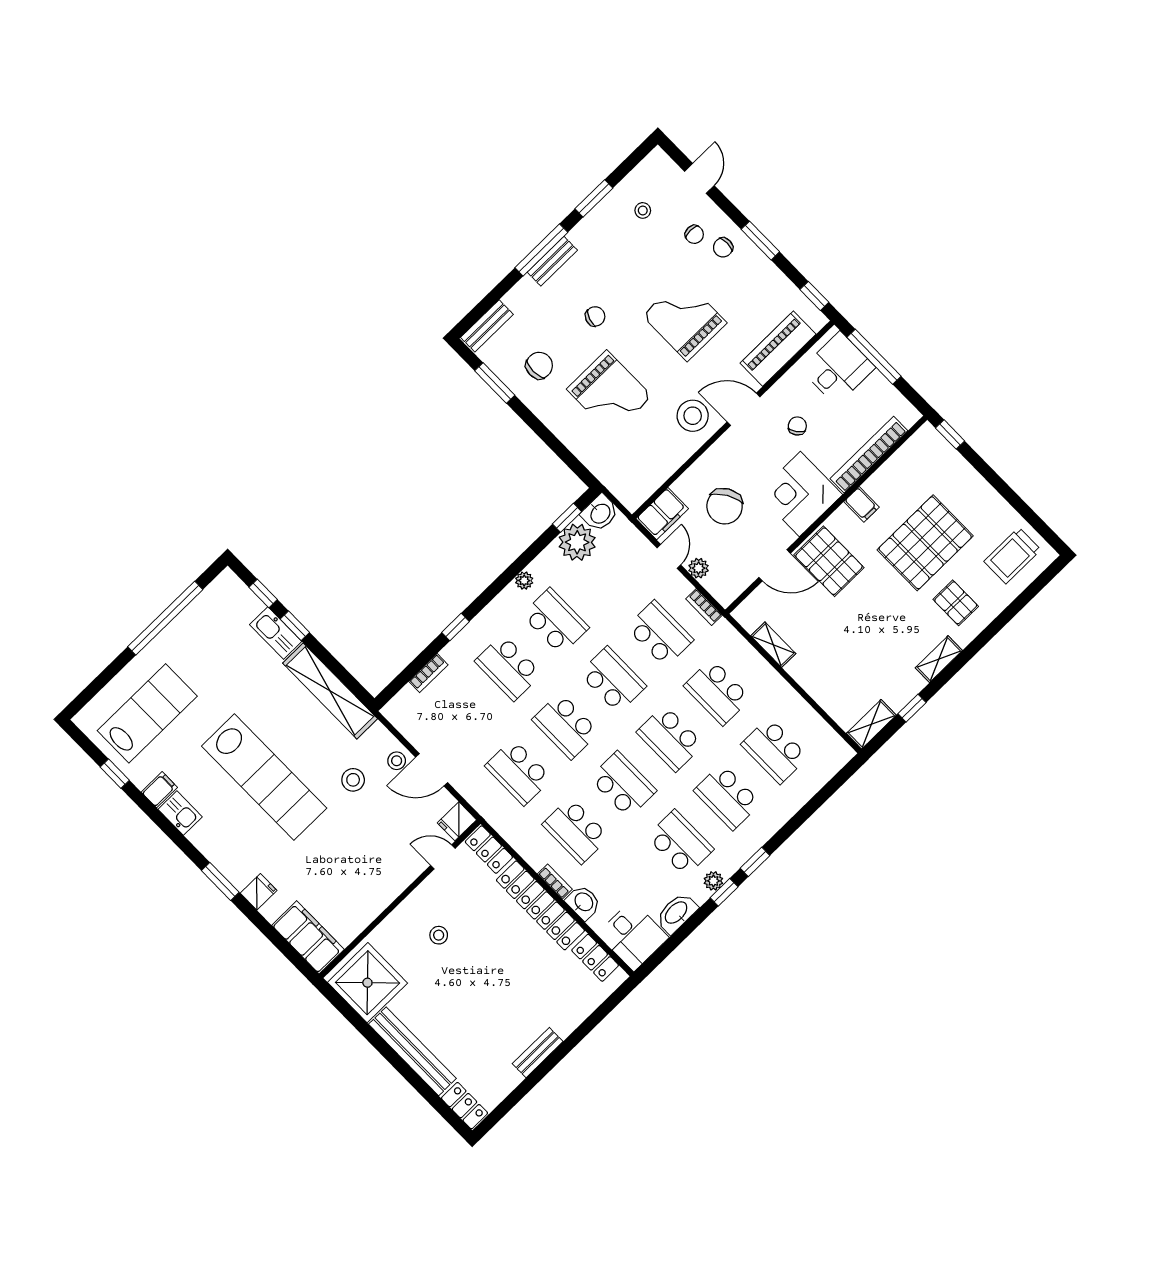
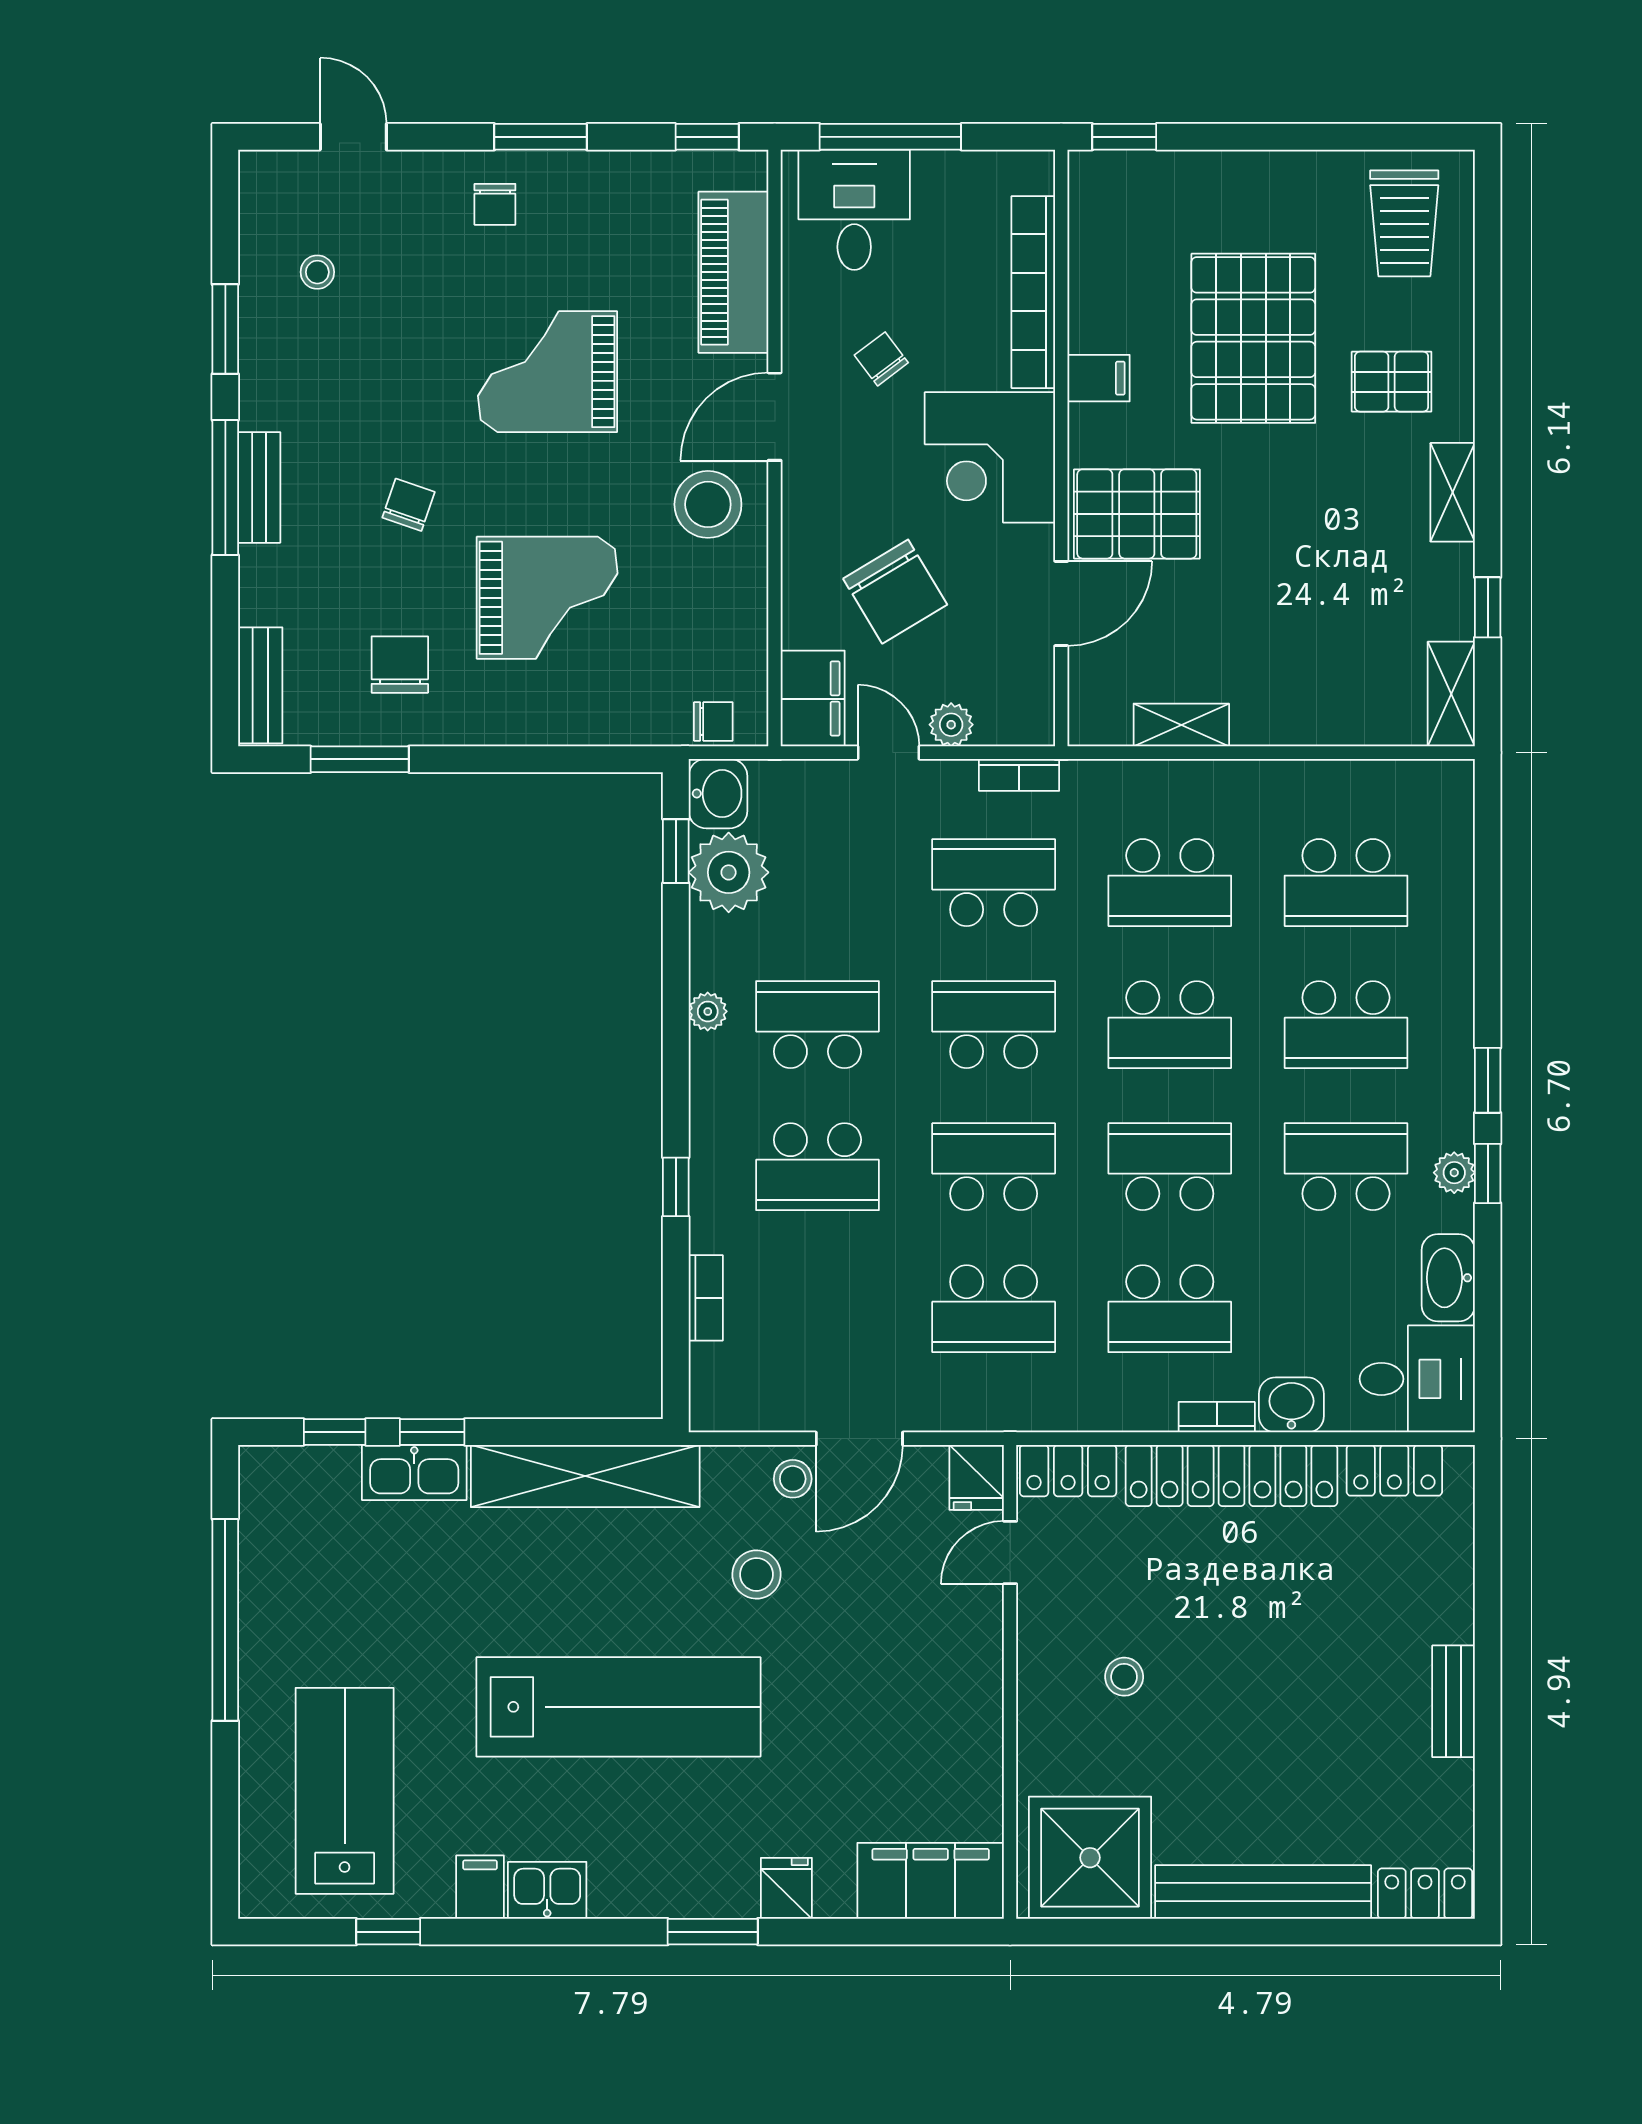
chair: (694, 234) -> (713, 722), moved
school desk: (566, 726) -> (994, 1167), turned 180

